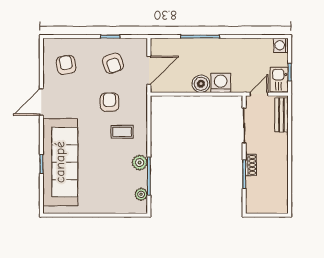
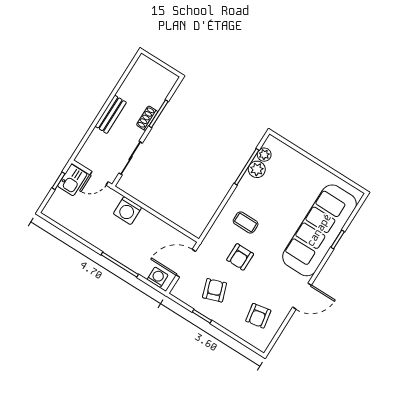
washing machine: (281, 45) -> (158, 277), moved, turned -90
boiler: (201, 84) -> (146, 221), removed
bench: (281, 115) -> (111, 114), moved
plant: (140, 163) -> (257, 169), moved

